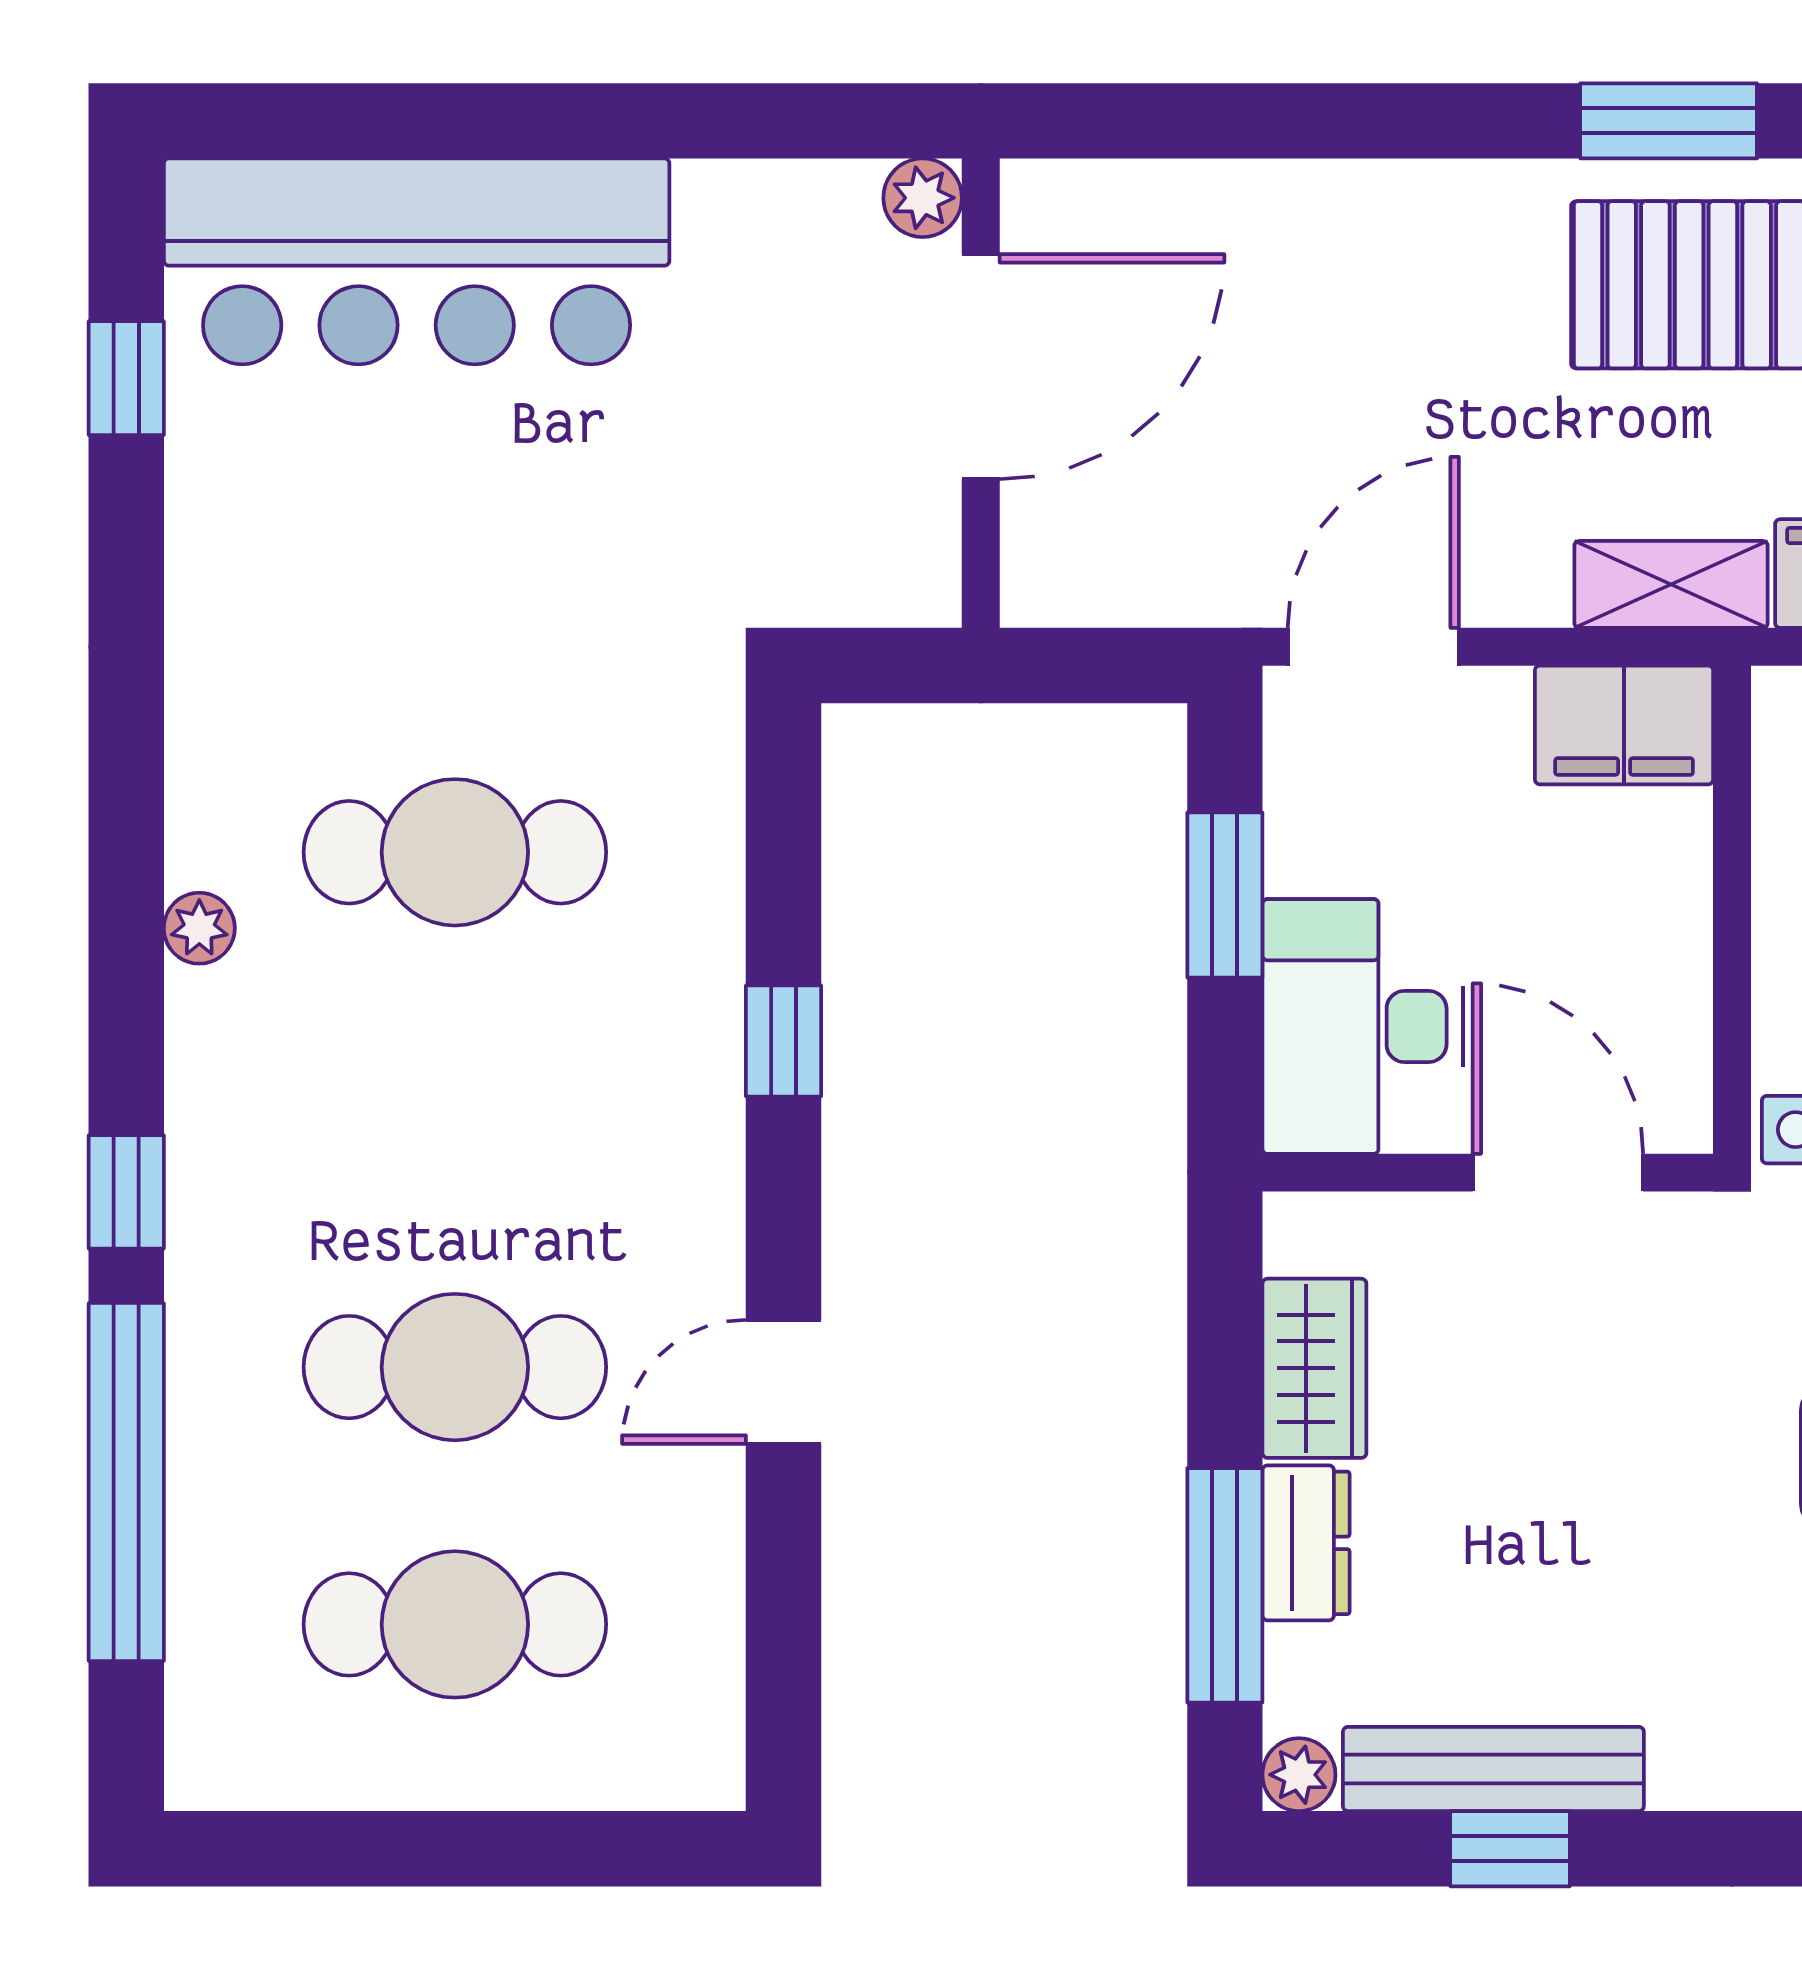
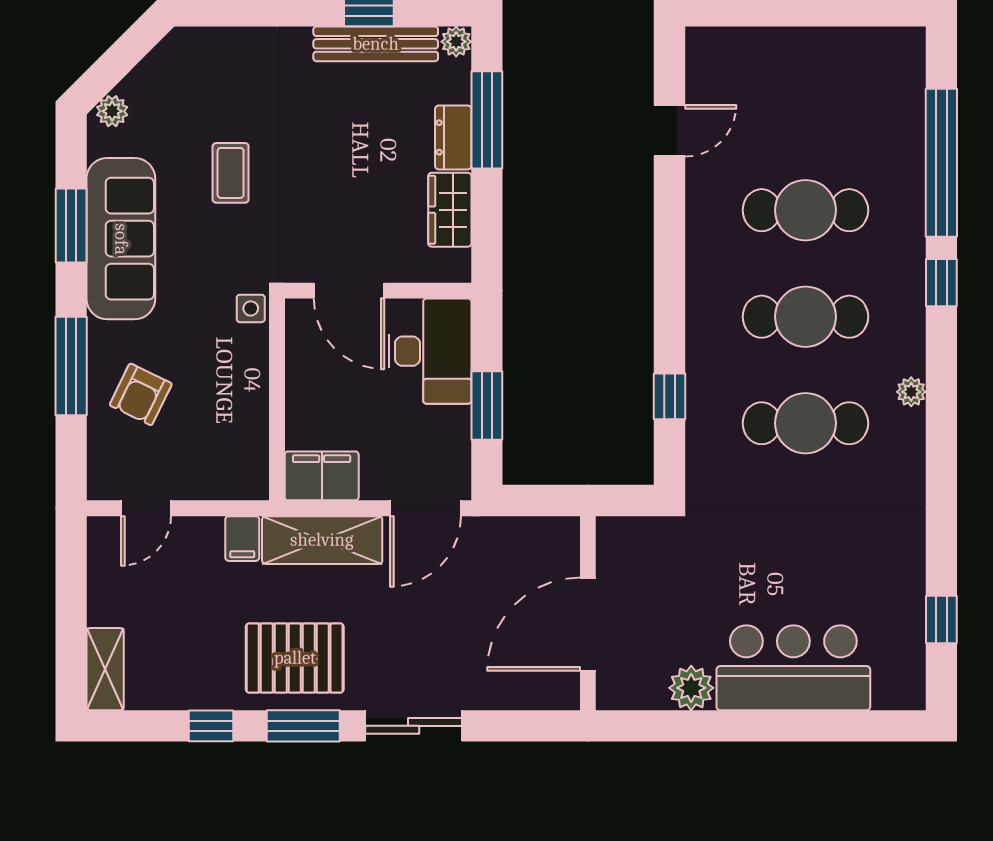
sliding door: (1402, 121) -> (414, 726), added
plant: (923, 198) -> (691, 688), moved, width x1.38, depth x1.38
bar counter: (417, 261) -> (793, 668), width x0.73
shelving: (1671, 584) -> (322, 540), width x1.50, depth x1.33
window: (784, 1041) -> (669, 396), moved
door: (784, 1382) -> (669, 131), moved
cafe table: (455, 1624) -> (805, 317), moved

